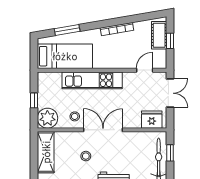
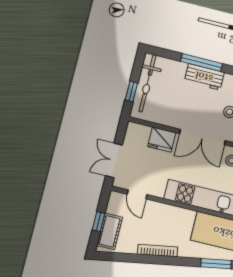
door: (145, 70) -> (137, 194), hinge flipped
fridge: (152, 120) -> (162, 140), moved

